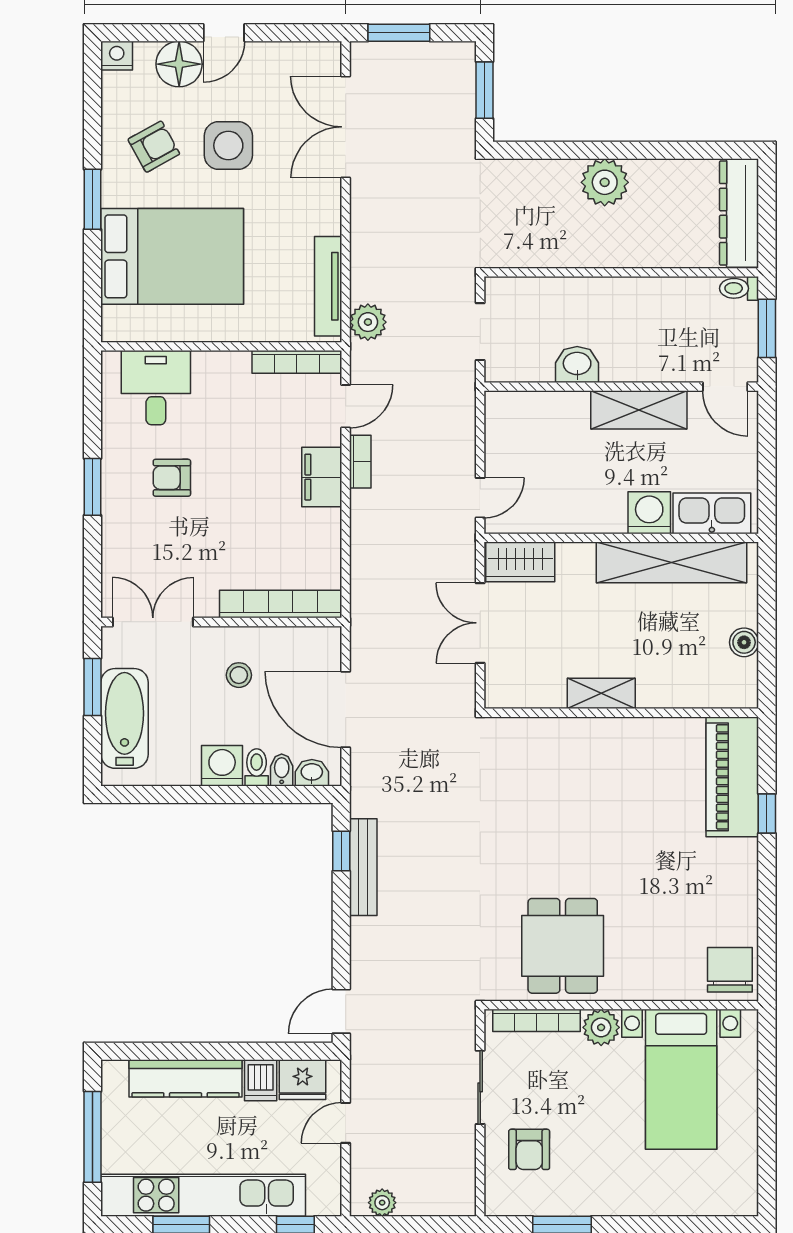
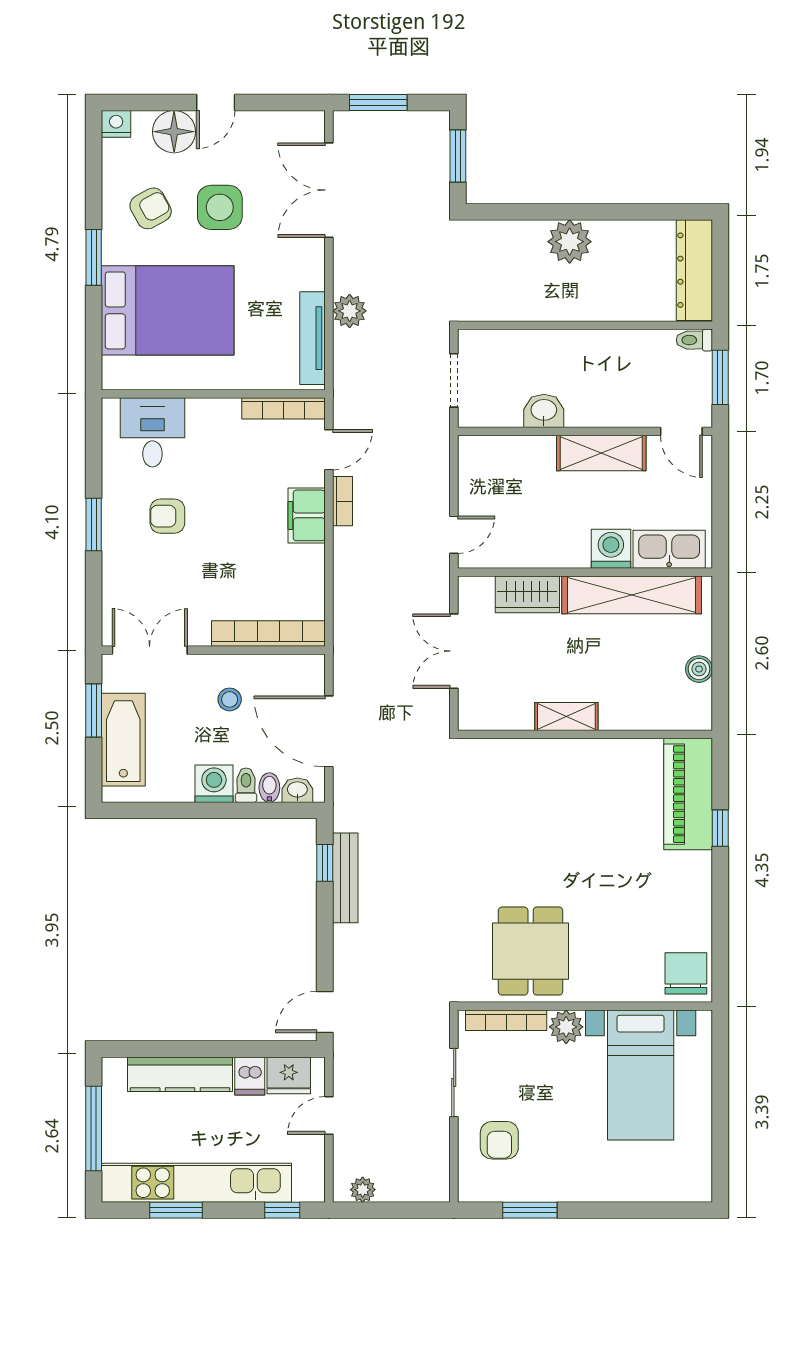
plant: (368, 322) -> (350, 311), moved
wardrobe: (520, 562) -> (527, 594), moved

